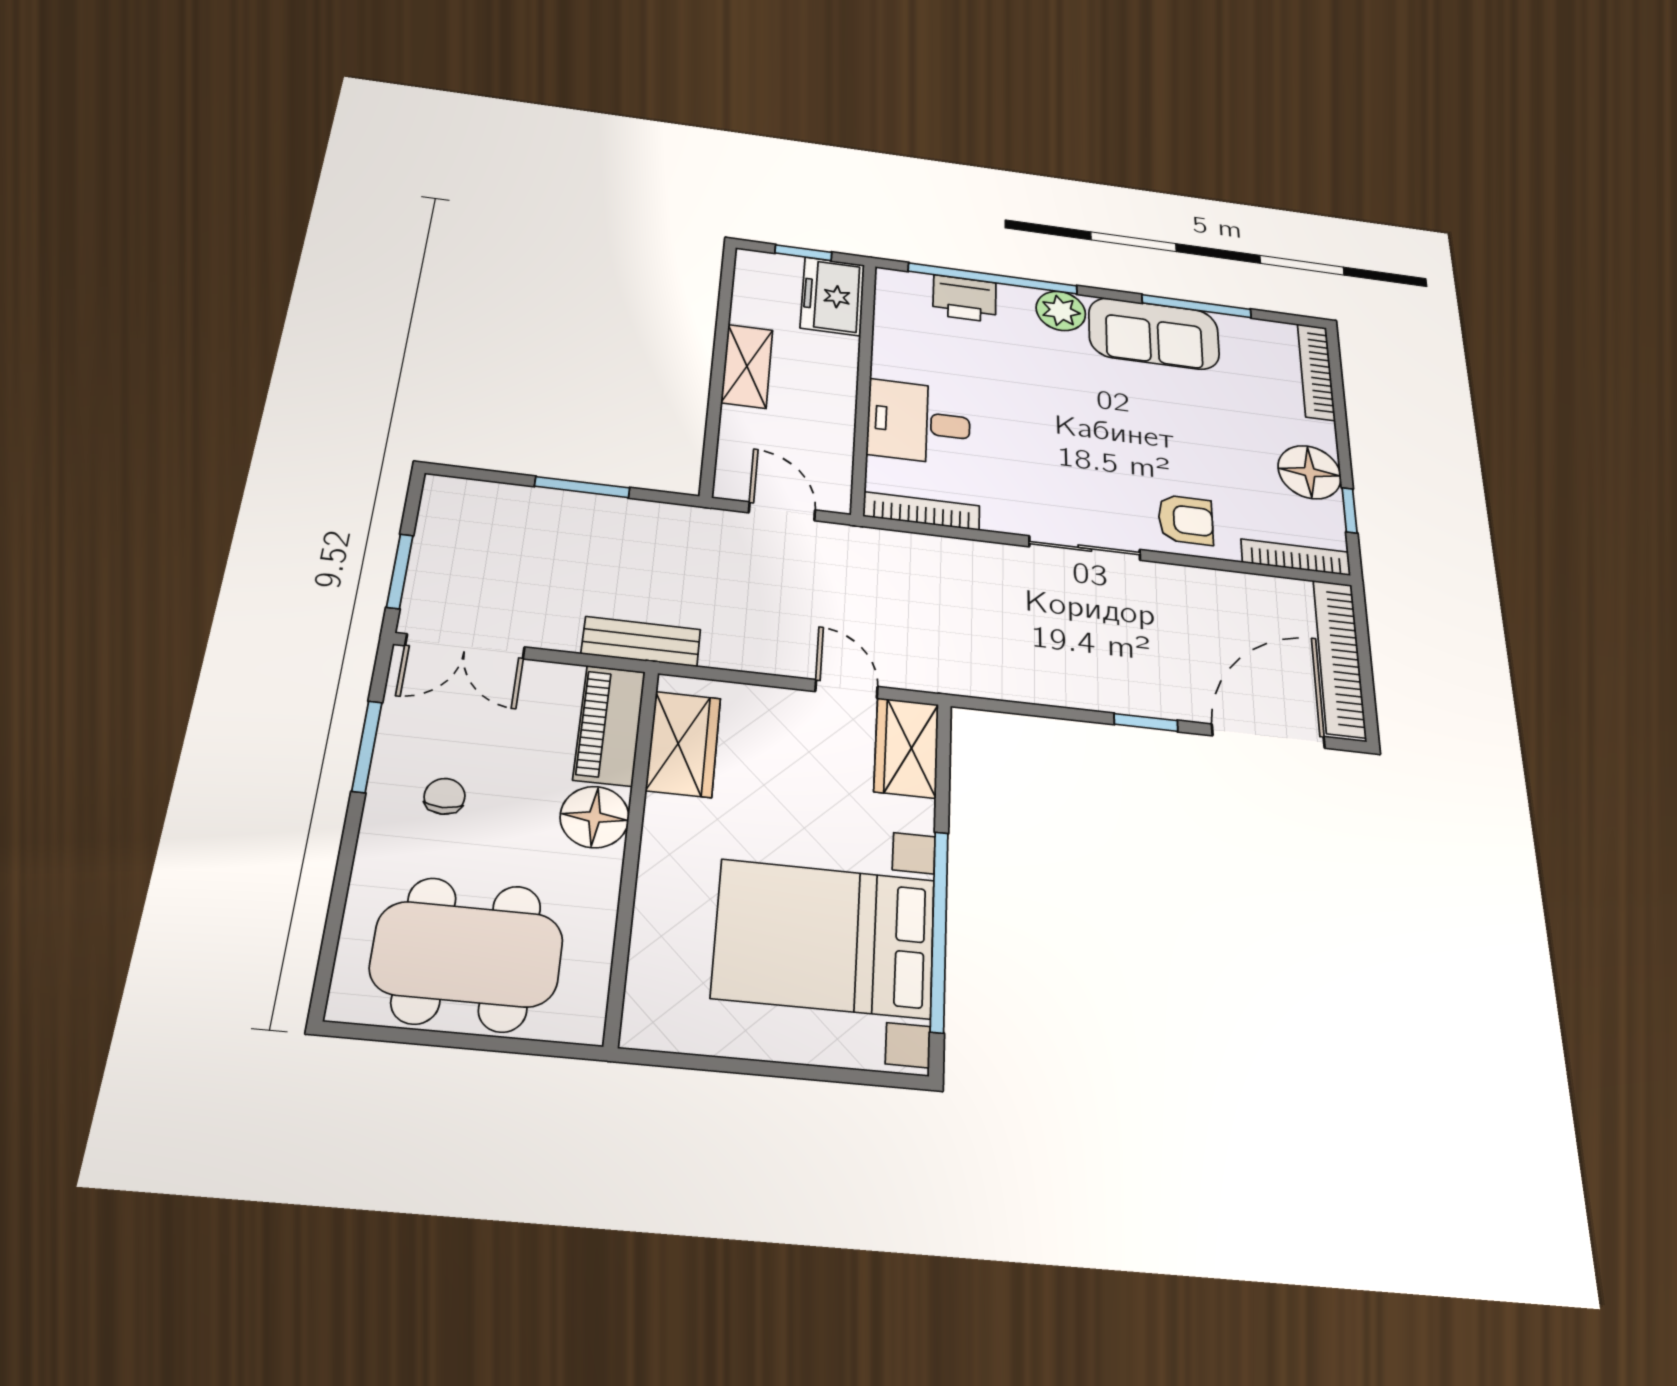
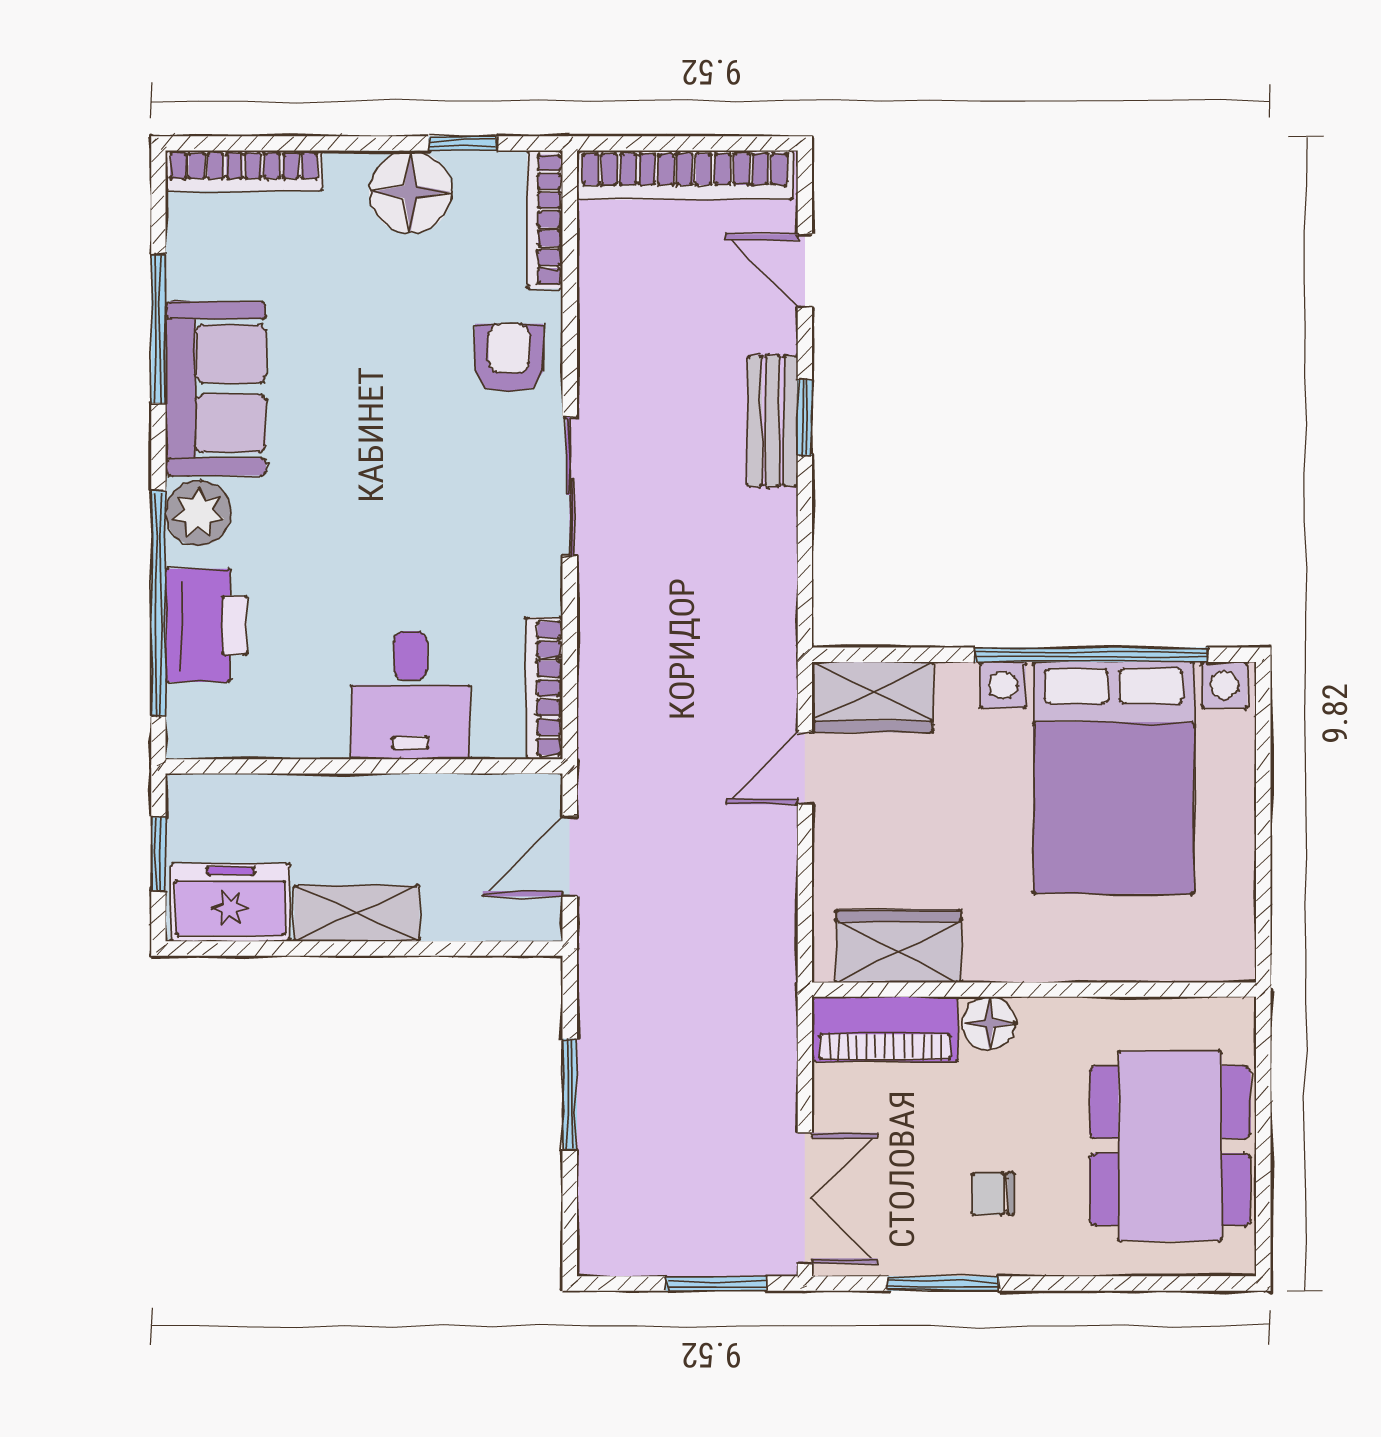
freezer: (833, 296) -> (230, 903), moved, turned 180
printer: (965, 299) -> (206, 625), width x1.37, depth x1.19
bench: (641, 642) -> (773, 421), moved
door: (1268, 736) -> (805, 271), width x0.53
floor lamp: (595, 817) -> (989, 1023), width x0.73, depth x0.73

